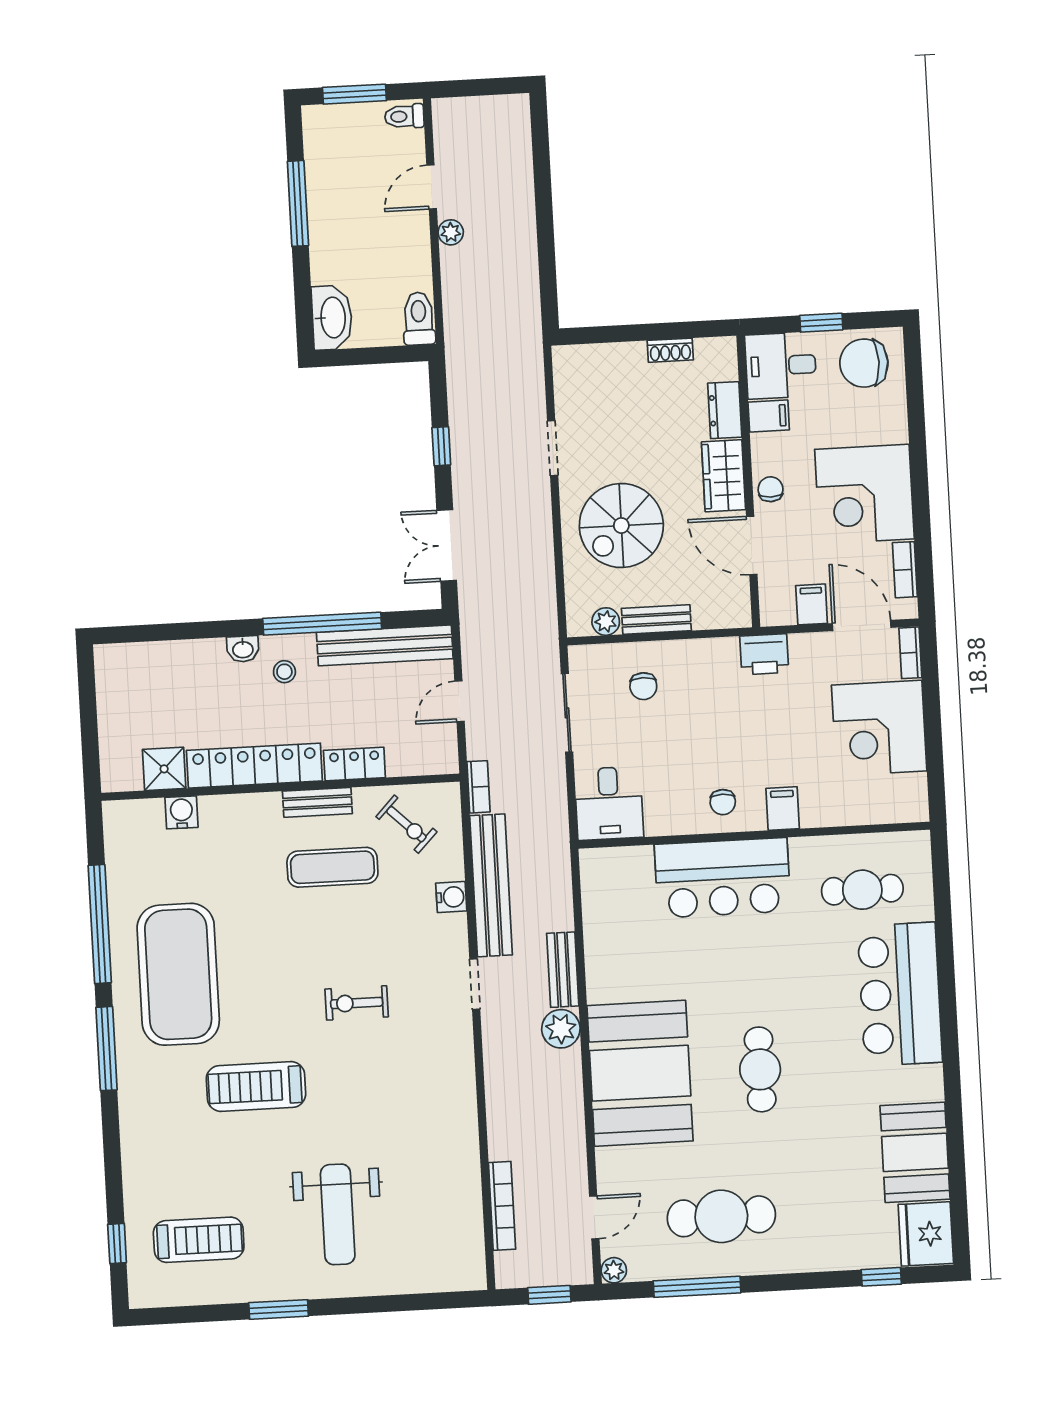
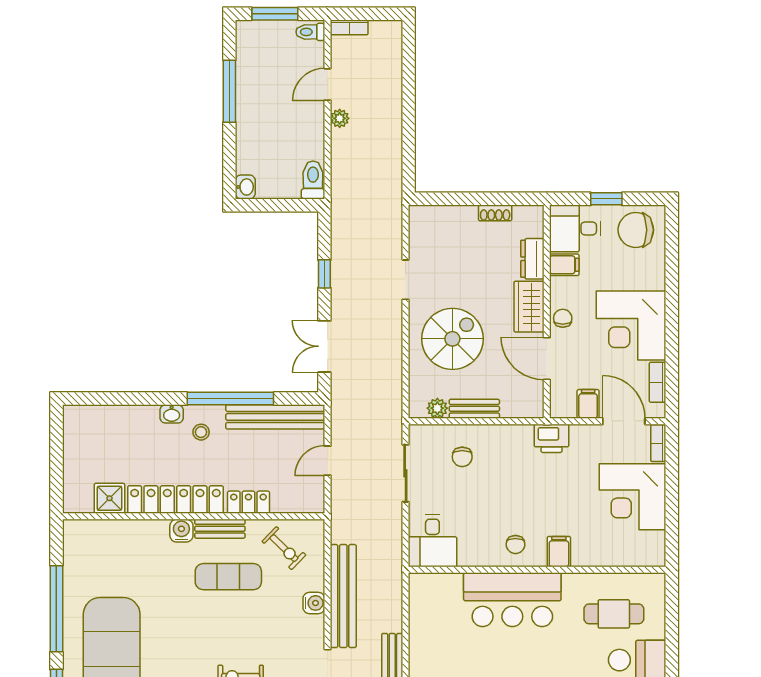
washbasin: (332, 318) -> (245, 187), width x0.52, depth x0.69
spiral stairs: (621, 526) -> (452, 339), turned 180
bookcase: (478, 787) -> (349, 27), moved, turned 90
water cooler: (181, 812) -> (181, 531), moved

